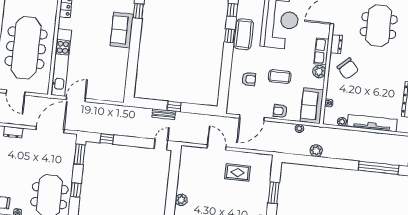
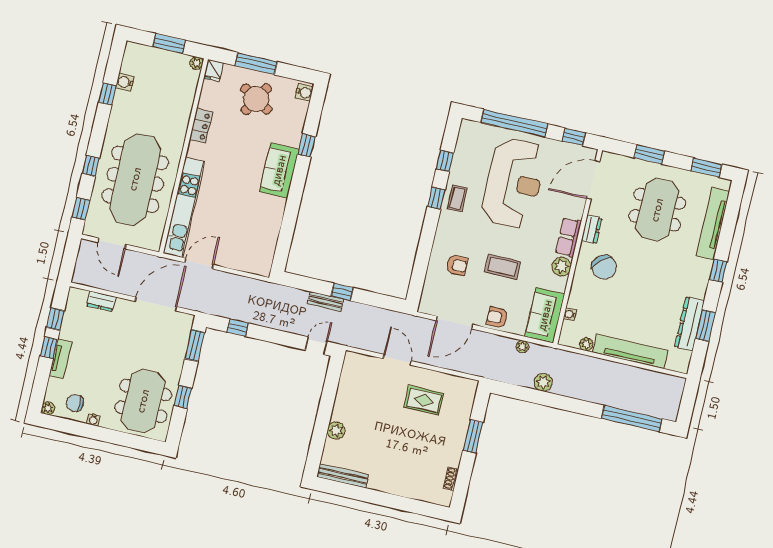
coffee table: (244, 34) -> (457, 198), width x0.54, depth x0.58

